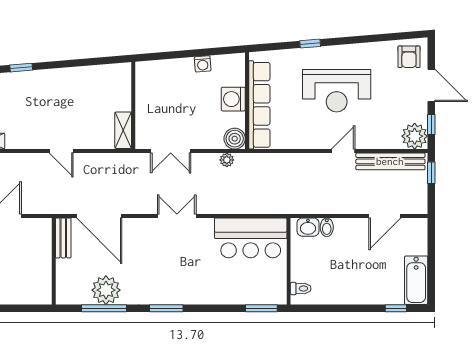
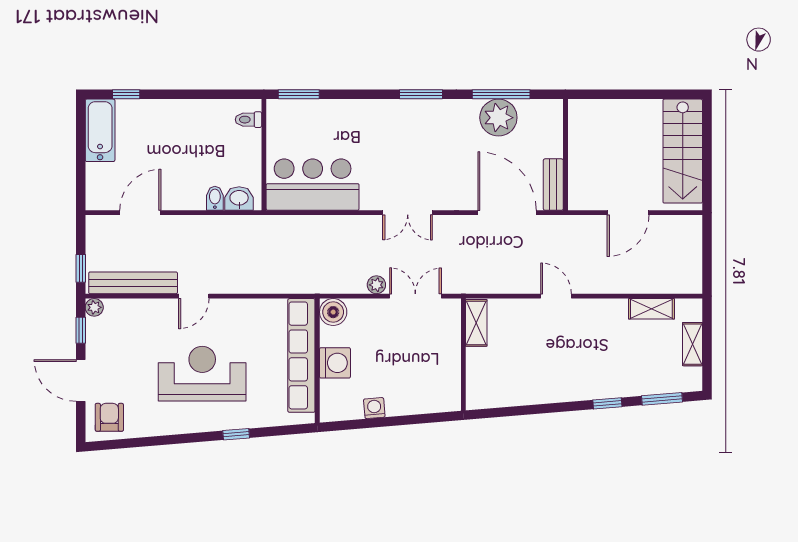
plant: (415, 136) -> (94, 307), width x0.53, depth x0.53
plant: (227, 160) -> (376, 285), moved

